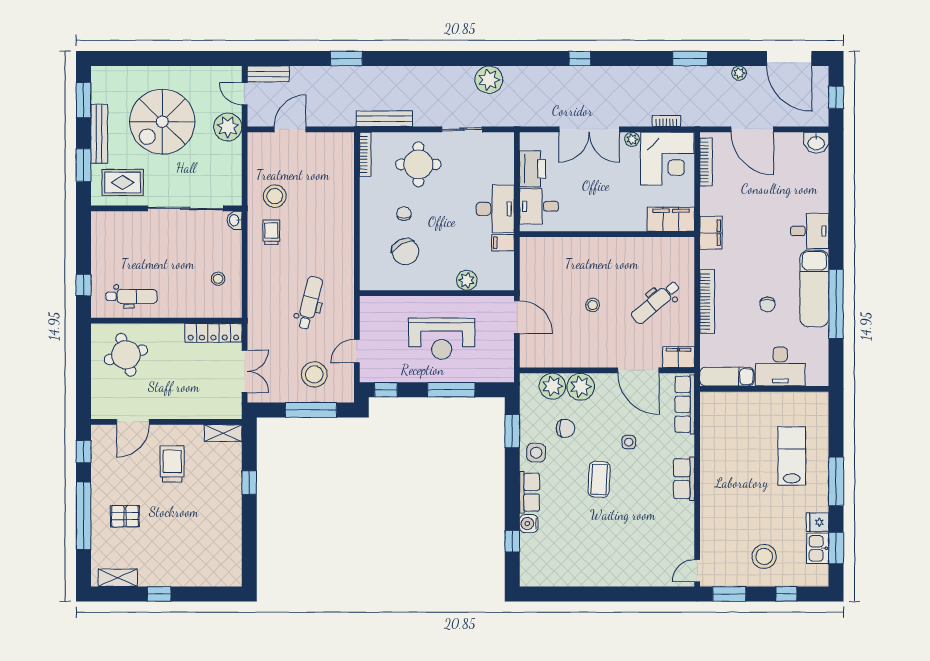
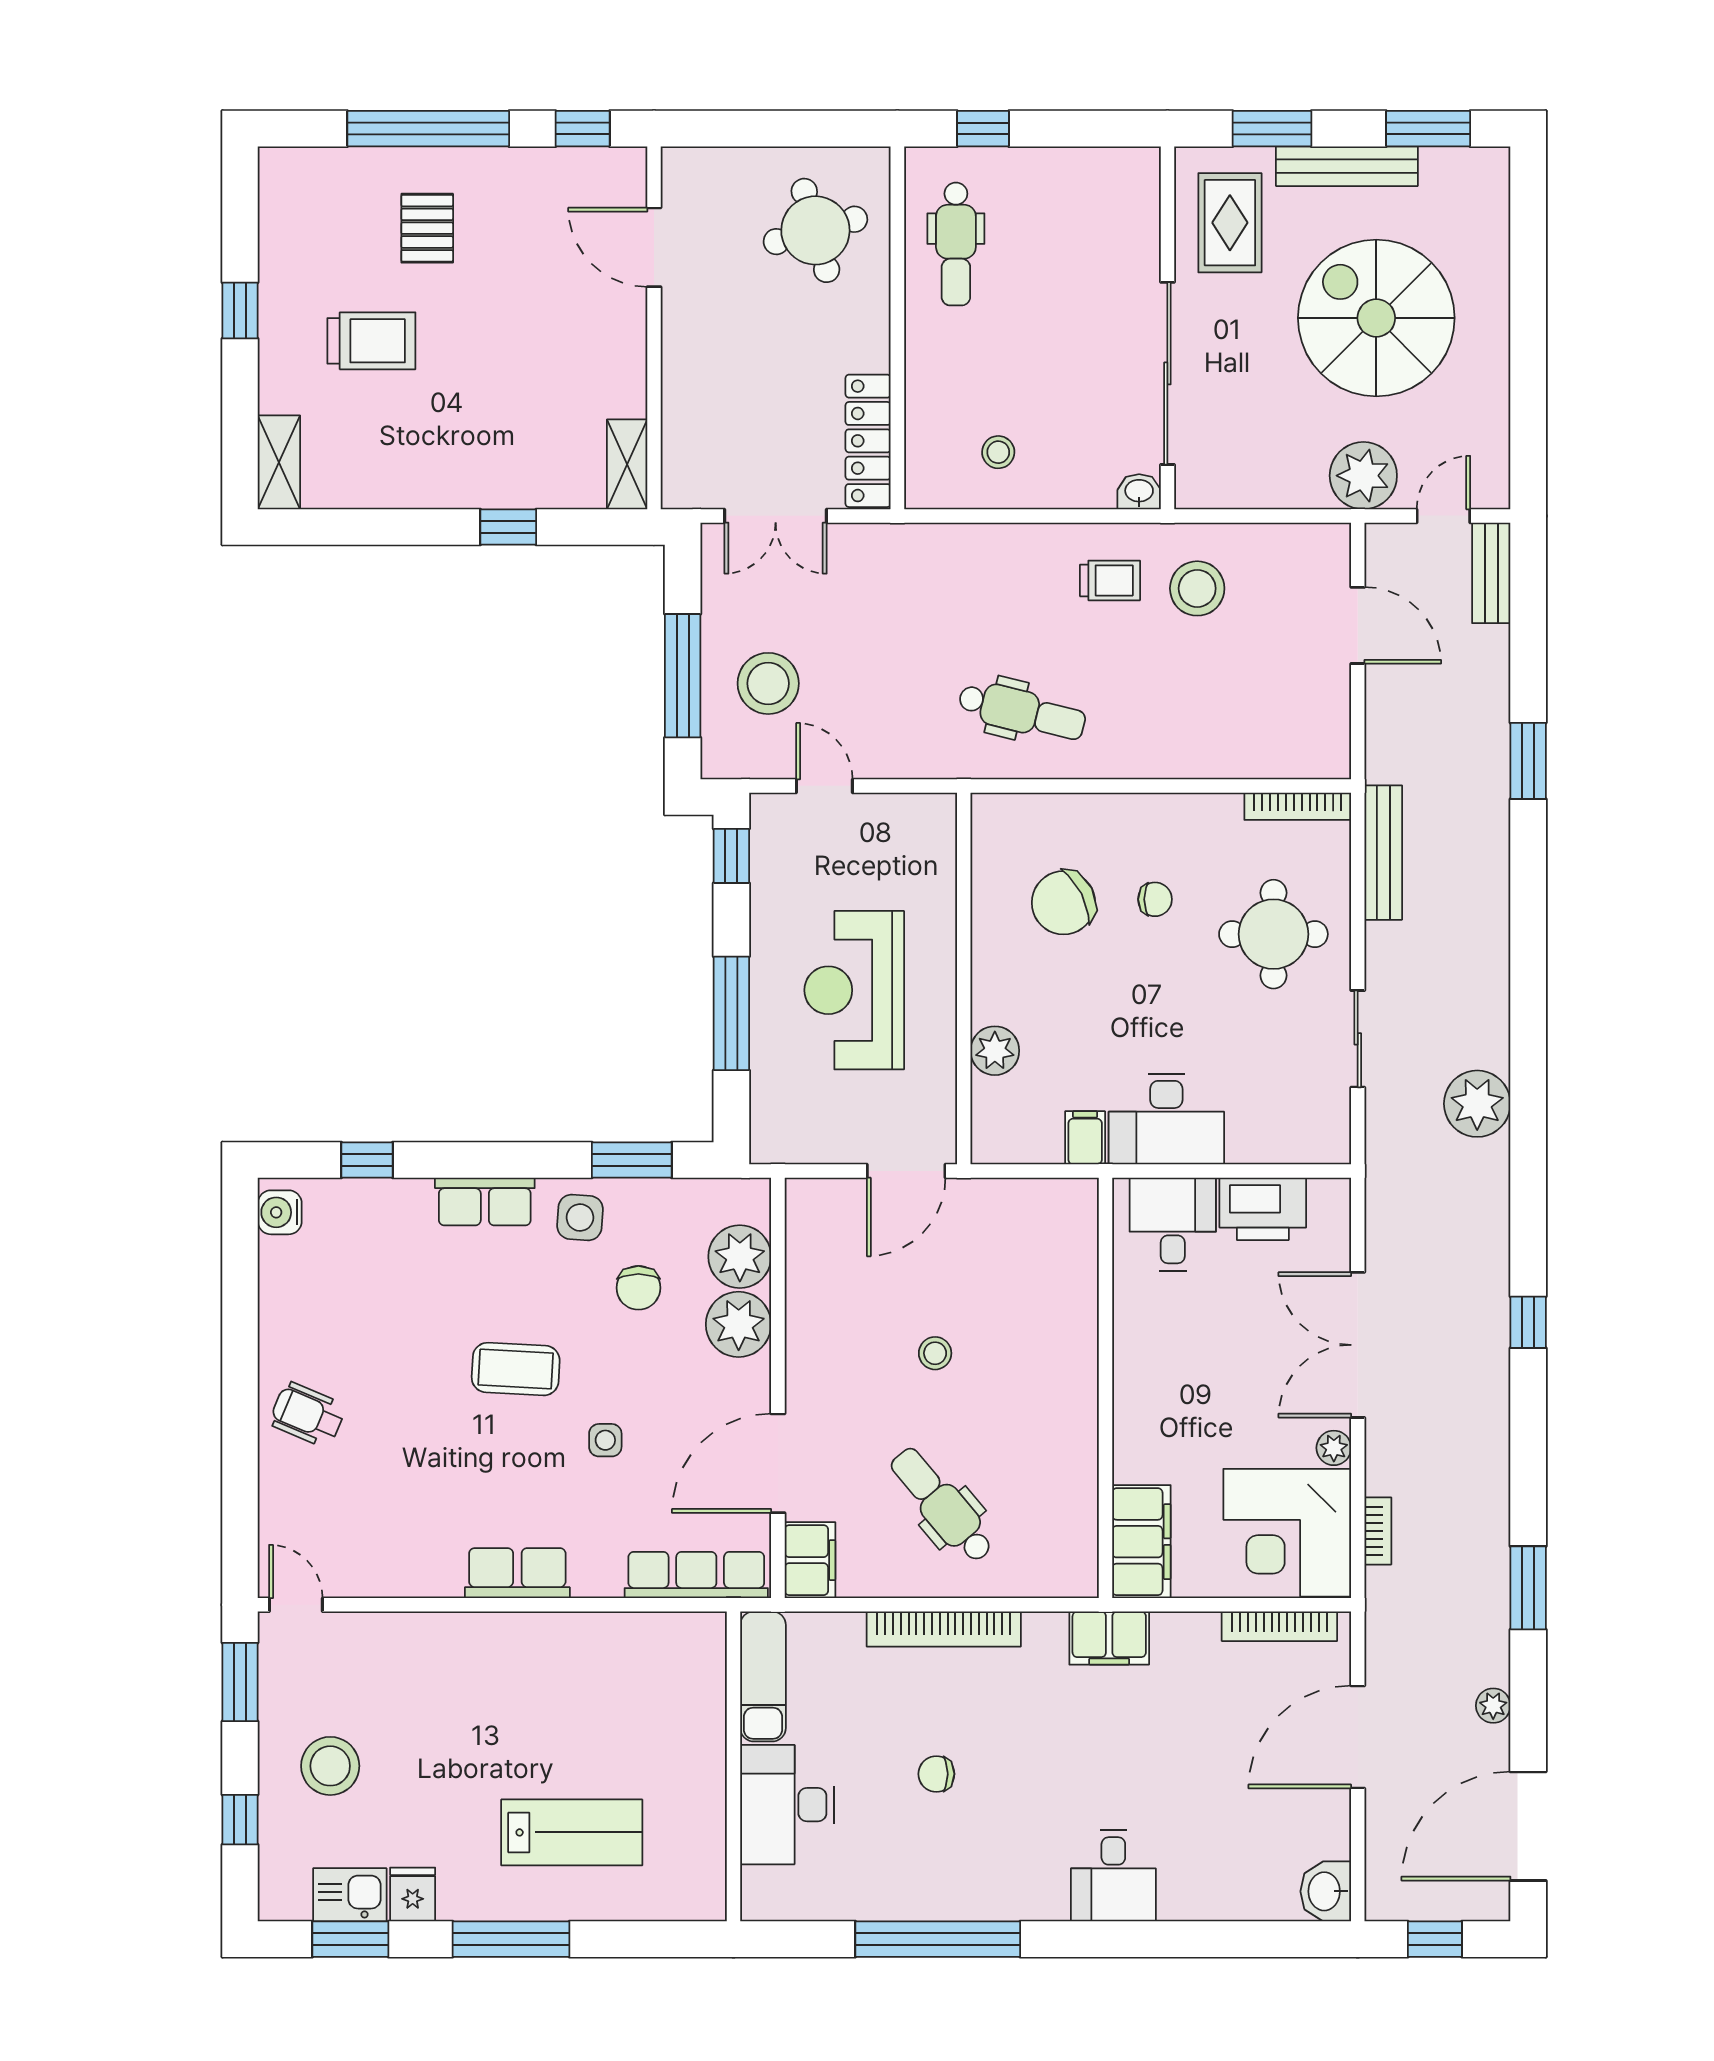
exam couch: (814, 288) -> (975, 1887), removed
dental chair: (310, 303) -> (1022, 712), moved
trolley: (172, 464) -> (371, 341), moved
water cooler: (529, 524) -> (280, 1212), moved, turned -90
wheelchair: (618, 566) -> (308, 1415), added
shelving: (118, 578) -> (279, 462), moved

